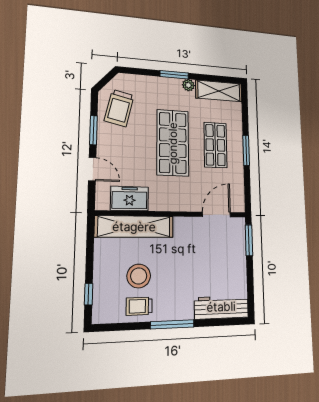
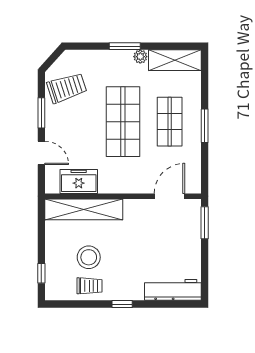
trolley: (119, 108) -> (67, 88), turned -121
trolley: (139, 306) -> (90, 286), turned 180
window: (172, 324) -> (122, 304), width x0.46

